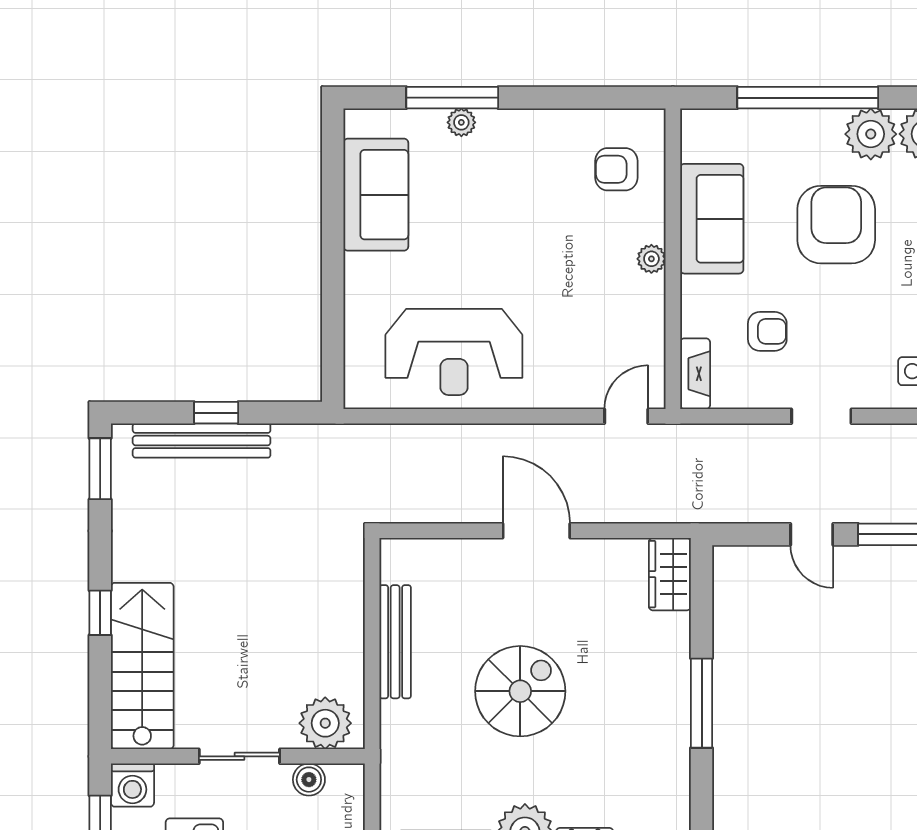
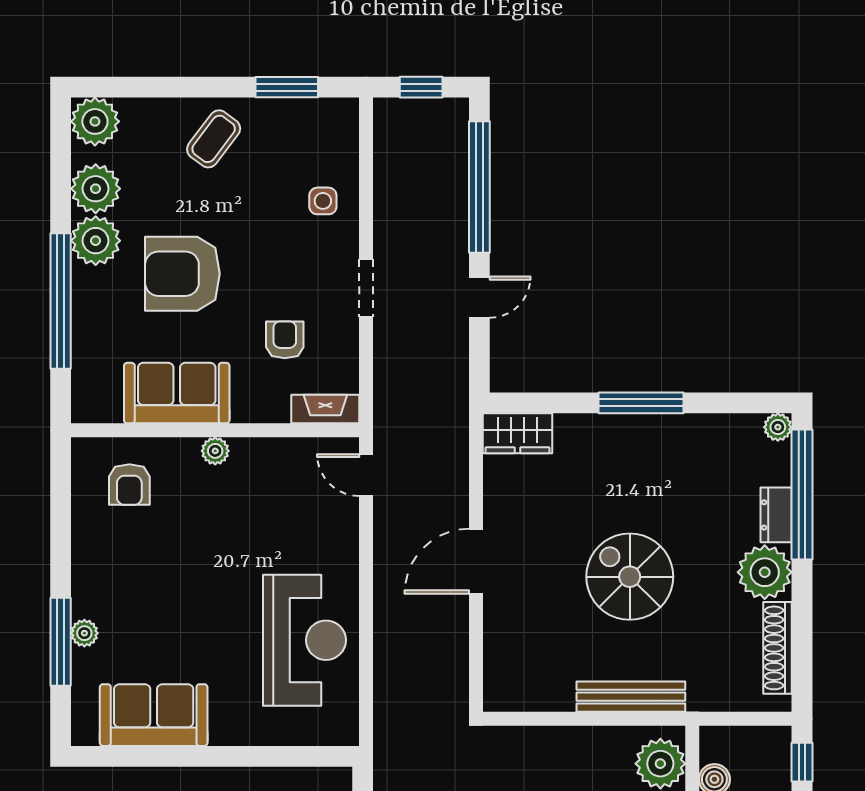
bench: (395, 642) -> (631, 697), moved

